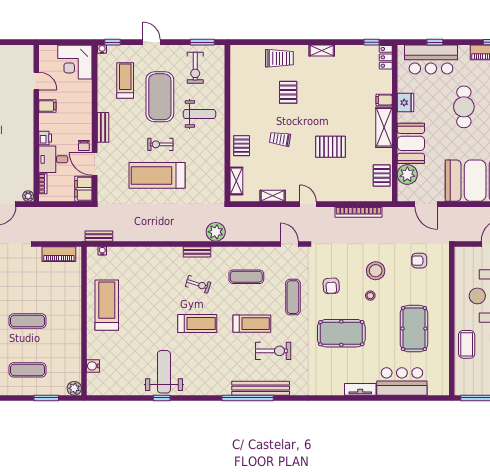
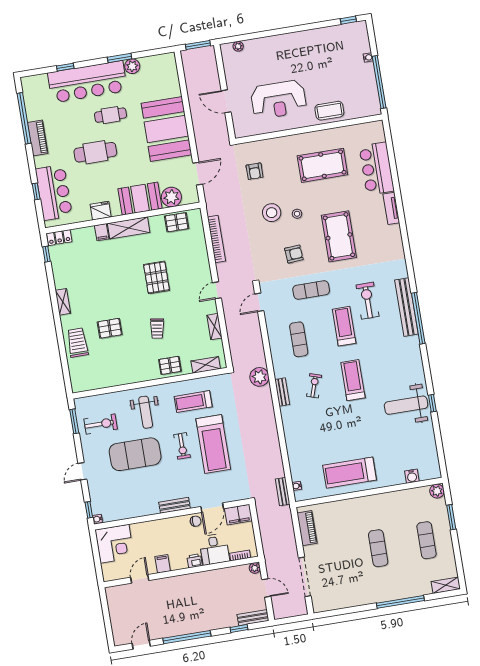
treadmill: (125, 80) -> (193, 402), moved
weight bench: (199, 114) -> (146, 412), turned 180

